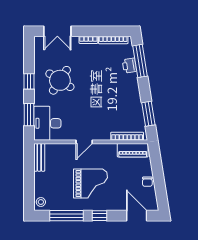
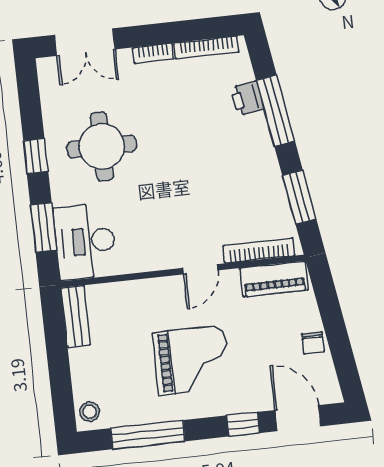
window: (140, 61) -> (275, 111), moved
round table: (60, 80) -> (102, 146), turned -33
door: (84, 142) -> (200, 269), moved
window: (99, 216) -> (243, 424), moved

